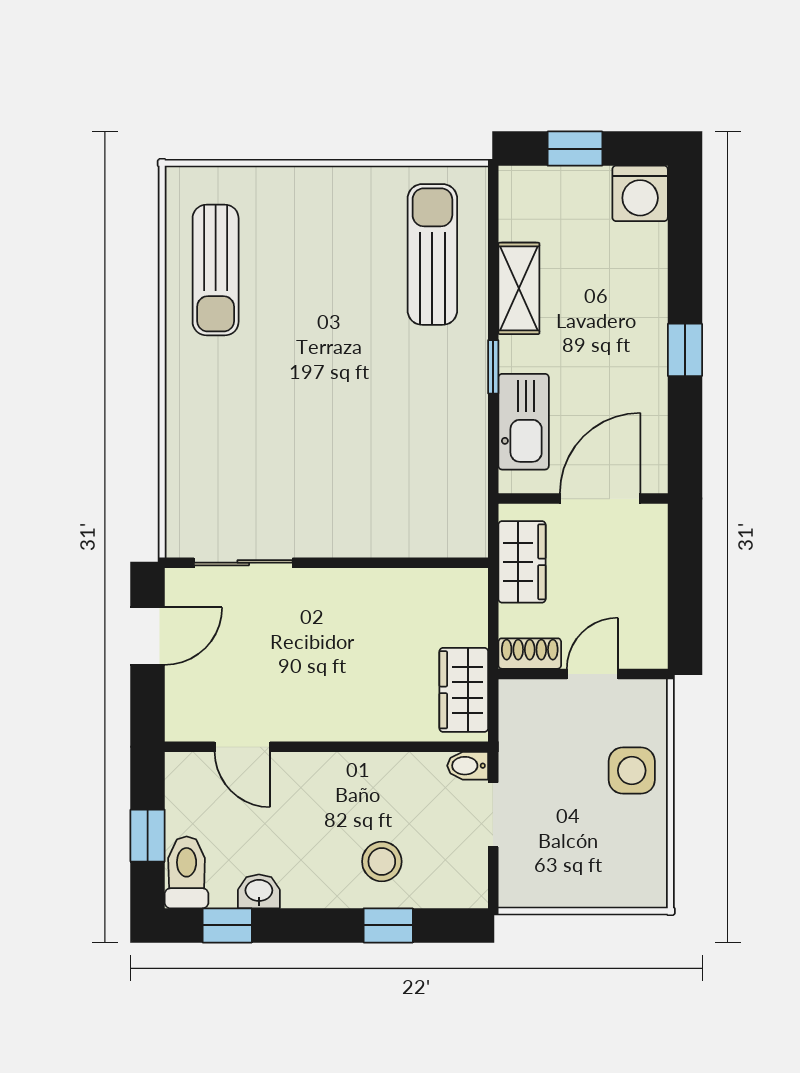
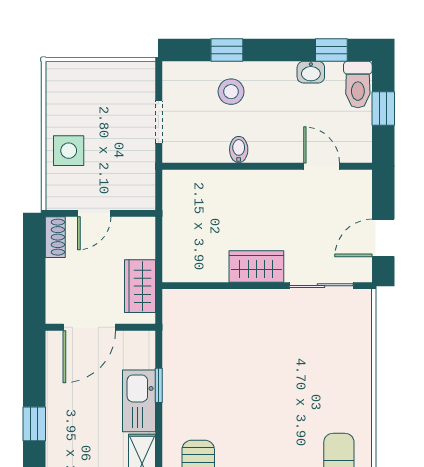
window: (493, 367) -> (159, 385), moved
kitchen sink: (524, 422) -> (139, 401), moved
shoe rack: (530, 654) -> (55, 237), moved, turned -90
wardrobe: (464, 690) -> (256, 266), moved, turned -90
bidet: (468, 766) -> (239, 150), moved, turned -90

